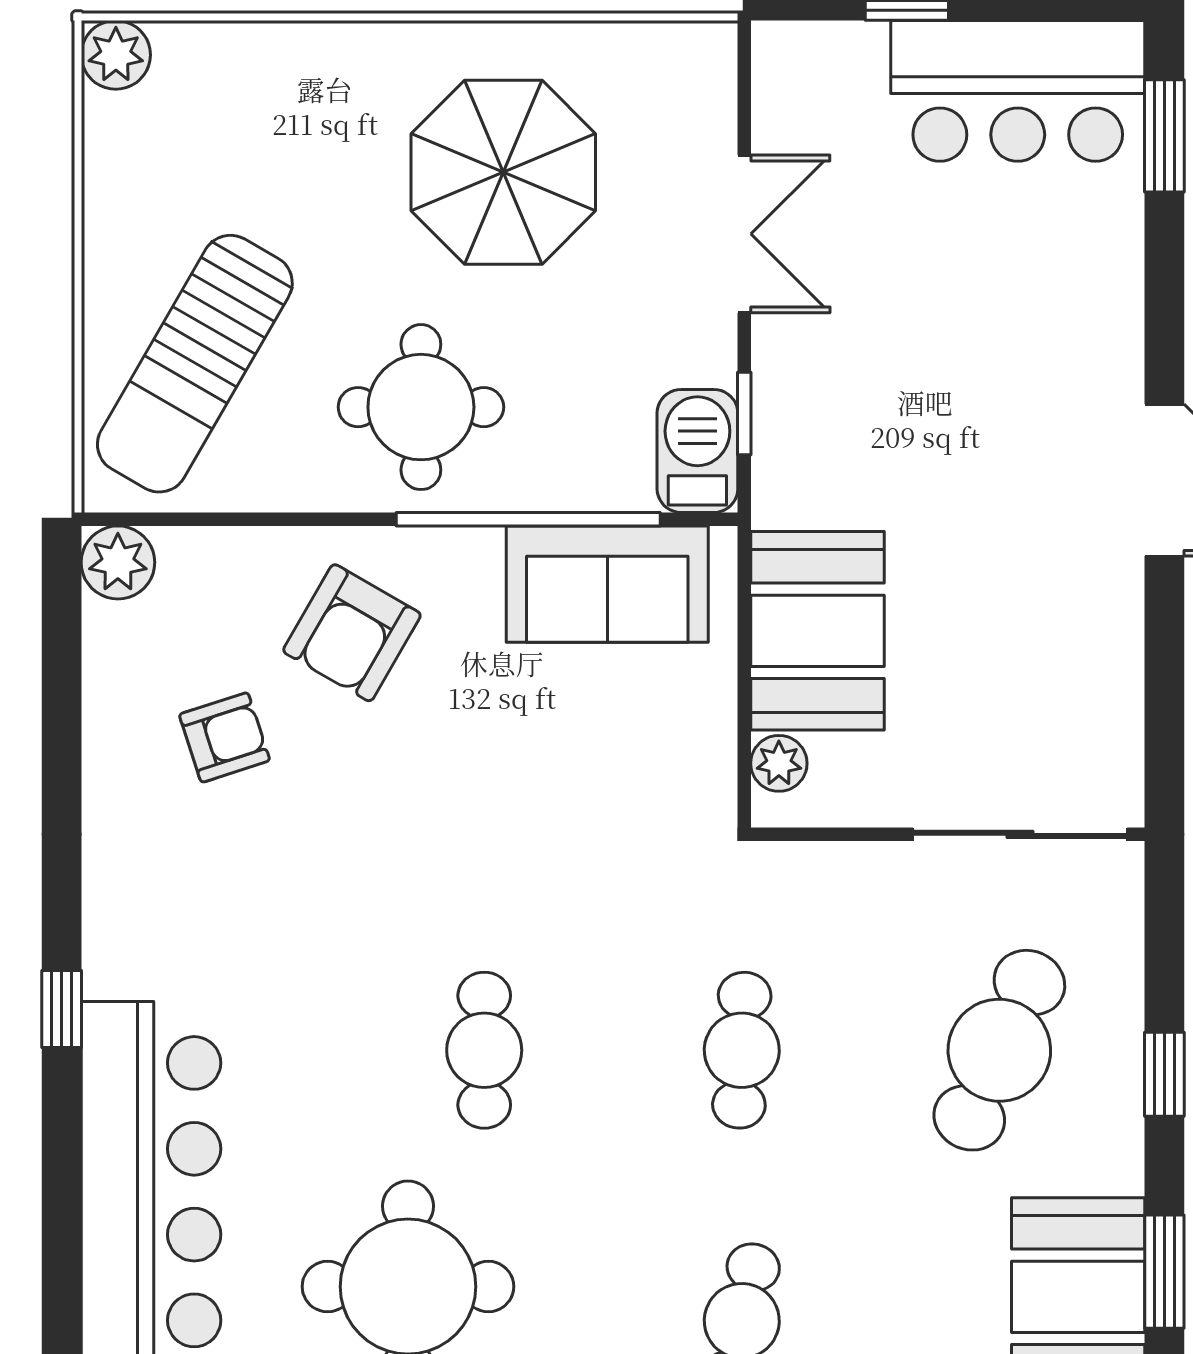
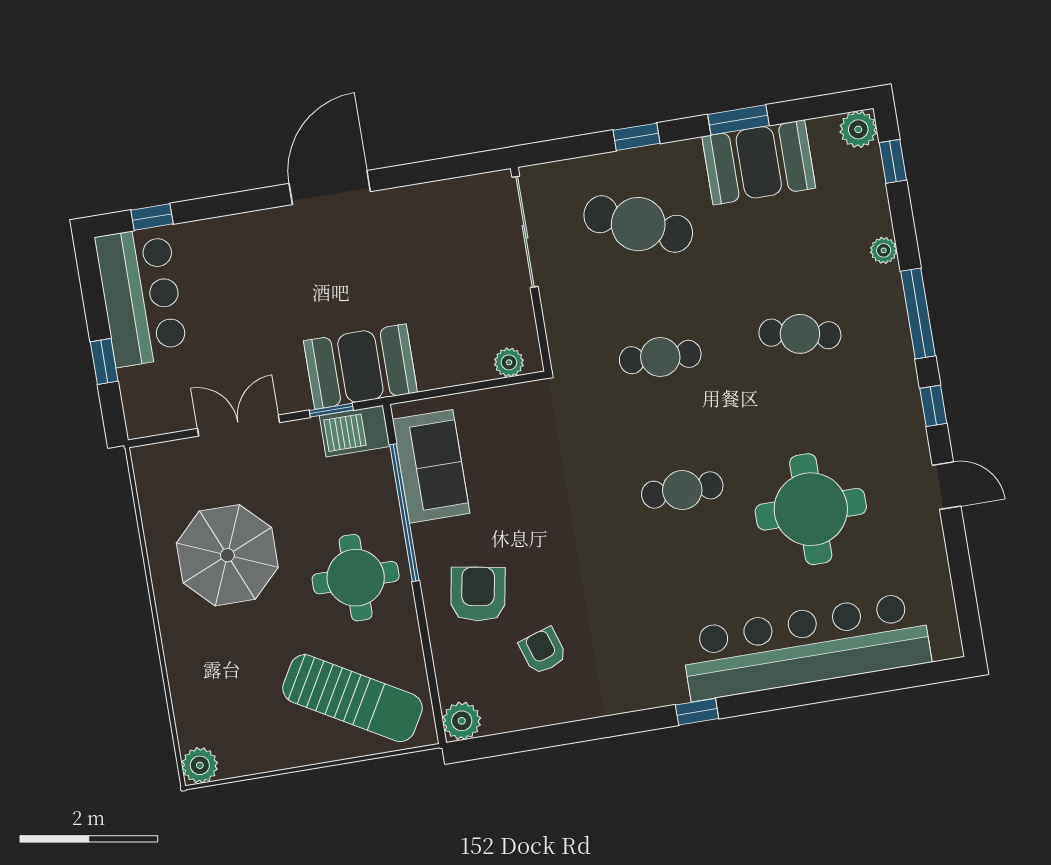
window: (1164, 136) -> (152, 217), width x0.67
booth: (817, 631) -> (360, 367), moved
armchair: (352, 633) -> (478, 594), turned -110

